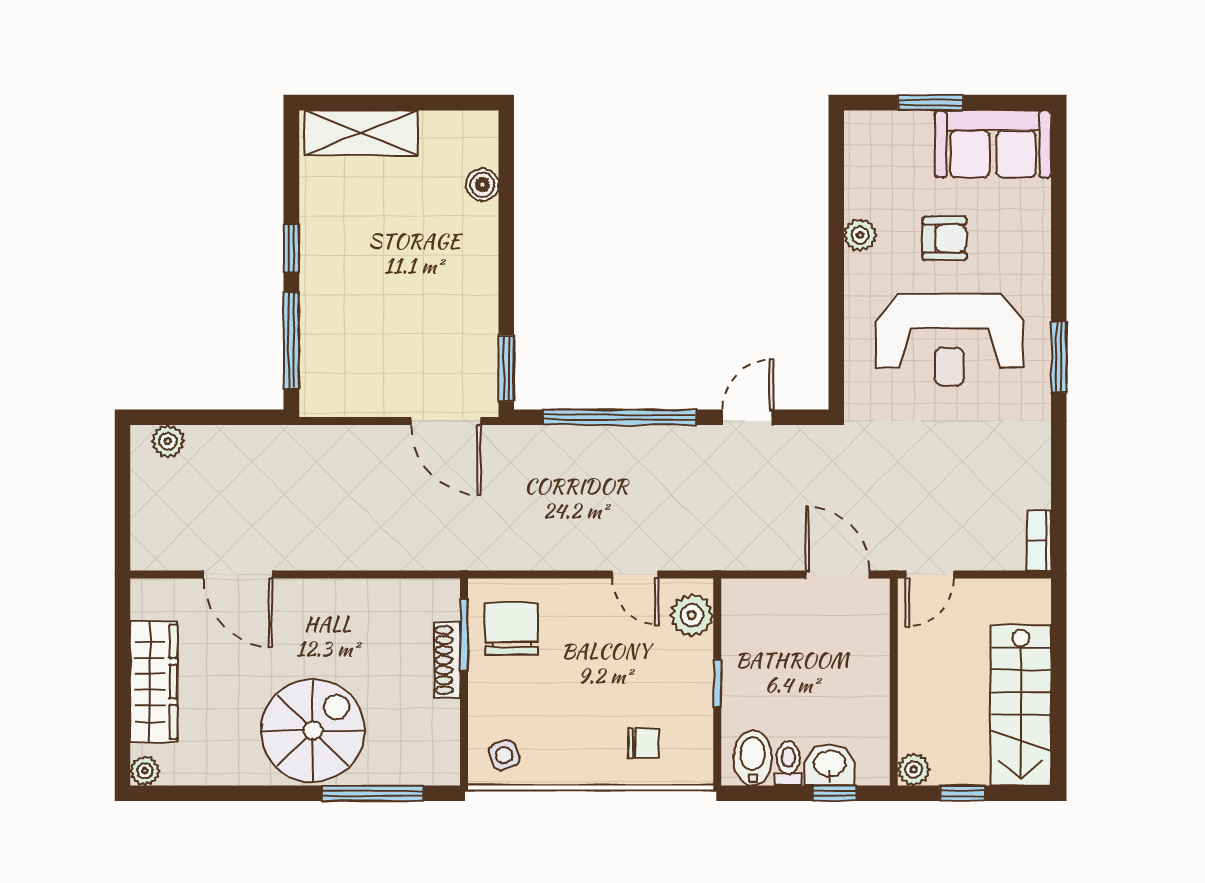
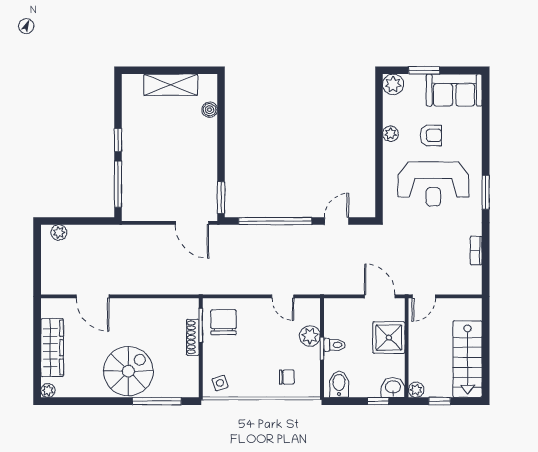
plant: (866, 132) -> (393, 84), added
shelving: (361, 133) -> (171, 85), moved
bookcase: (1039, 541) -> (476, 251), moved
plant: (692, 615) -> (310, 336), moved
shower: (857, 661) -> (389, 338), added
toilet: (788, 763) -> (335, 345), moved, turned 90
washbasin: (830, 765) -> (393, 387), moved

